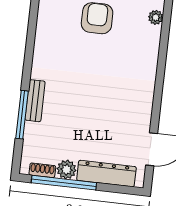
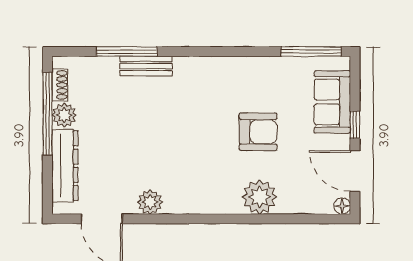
plant: (156, 17) -> (260, 197), width x1.88, depth x1.88
plant: (143, 110) -> (150, 202), added

